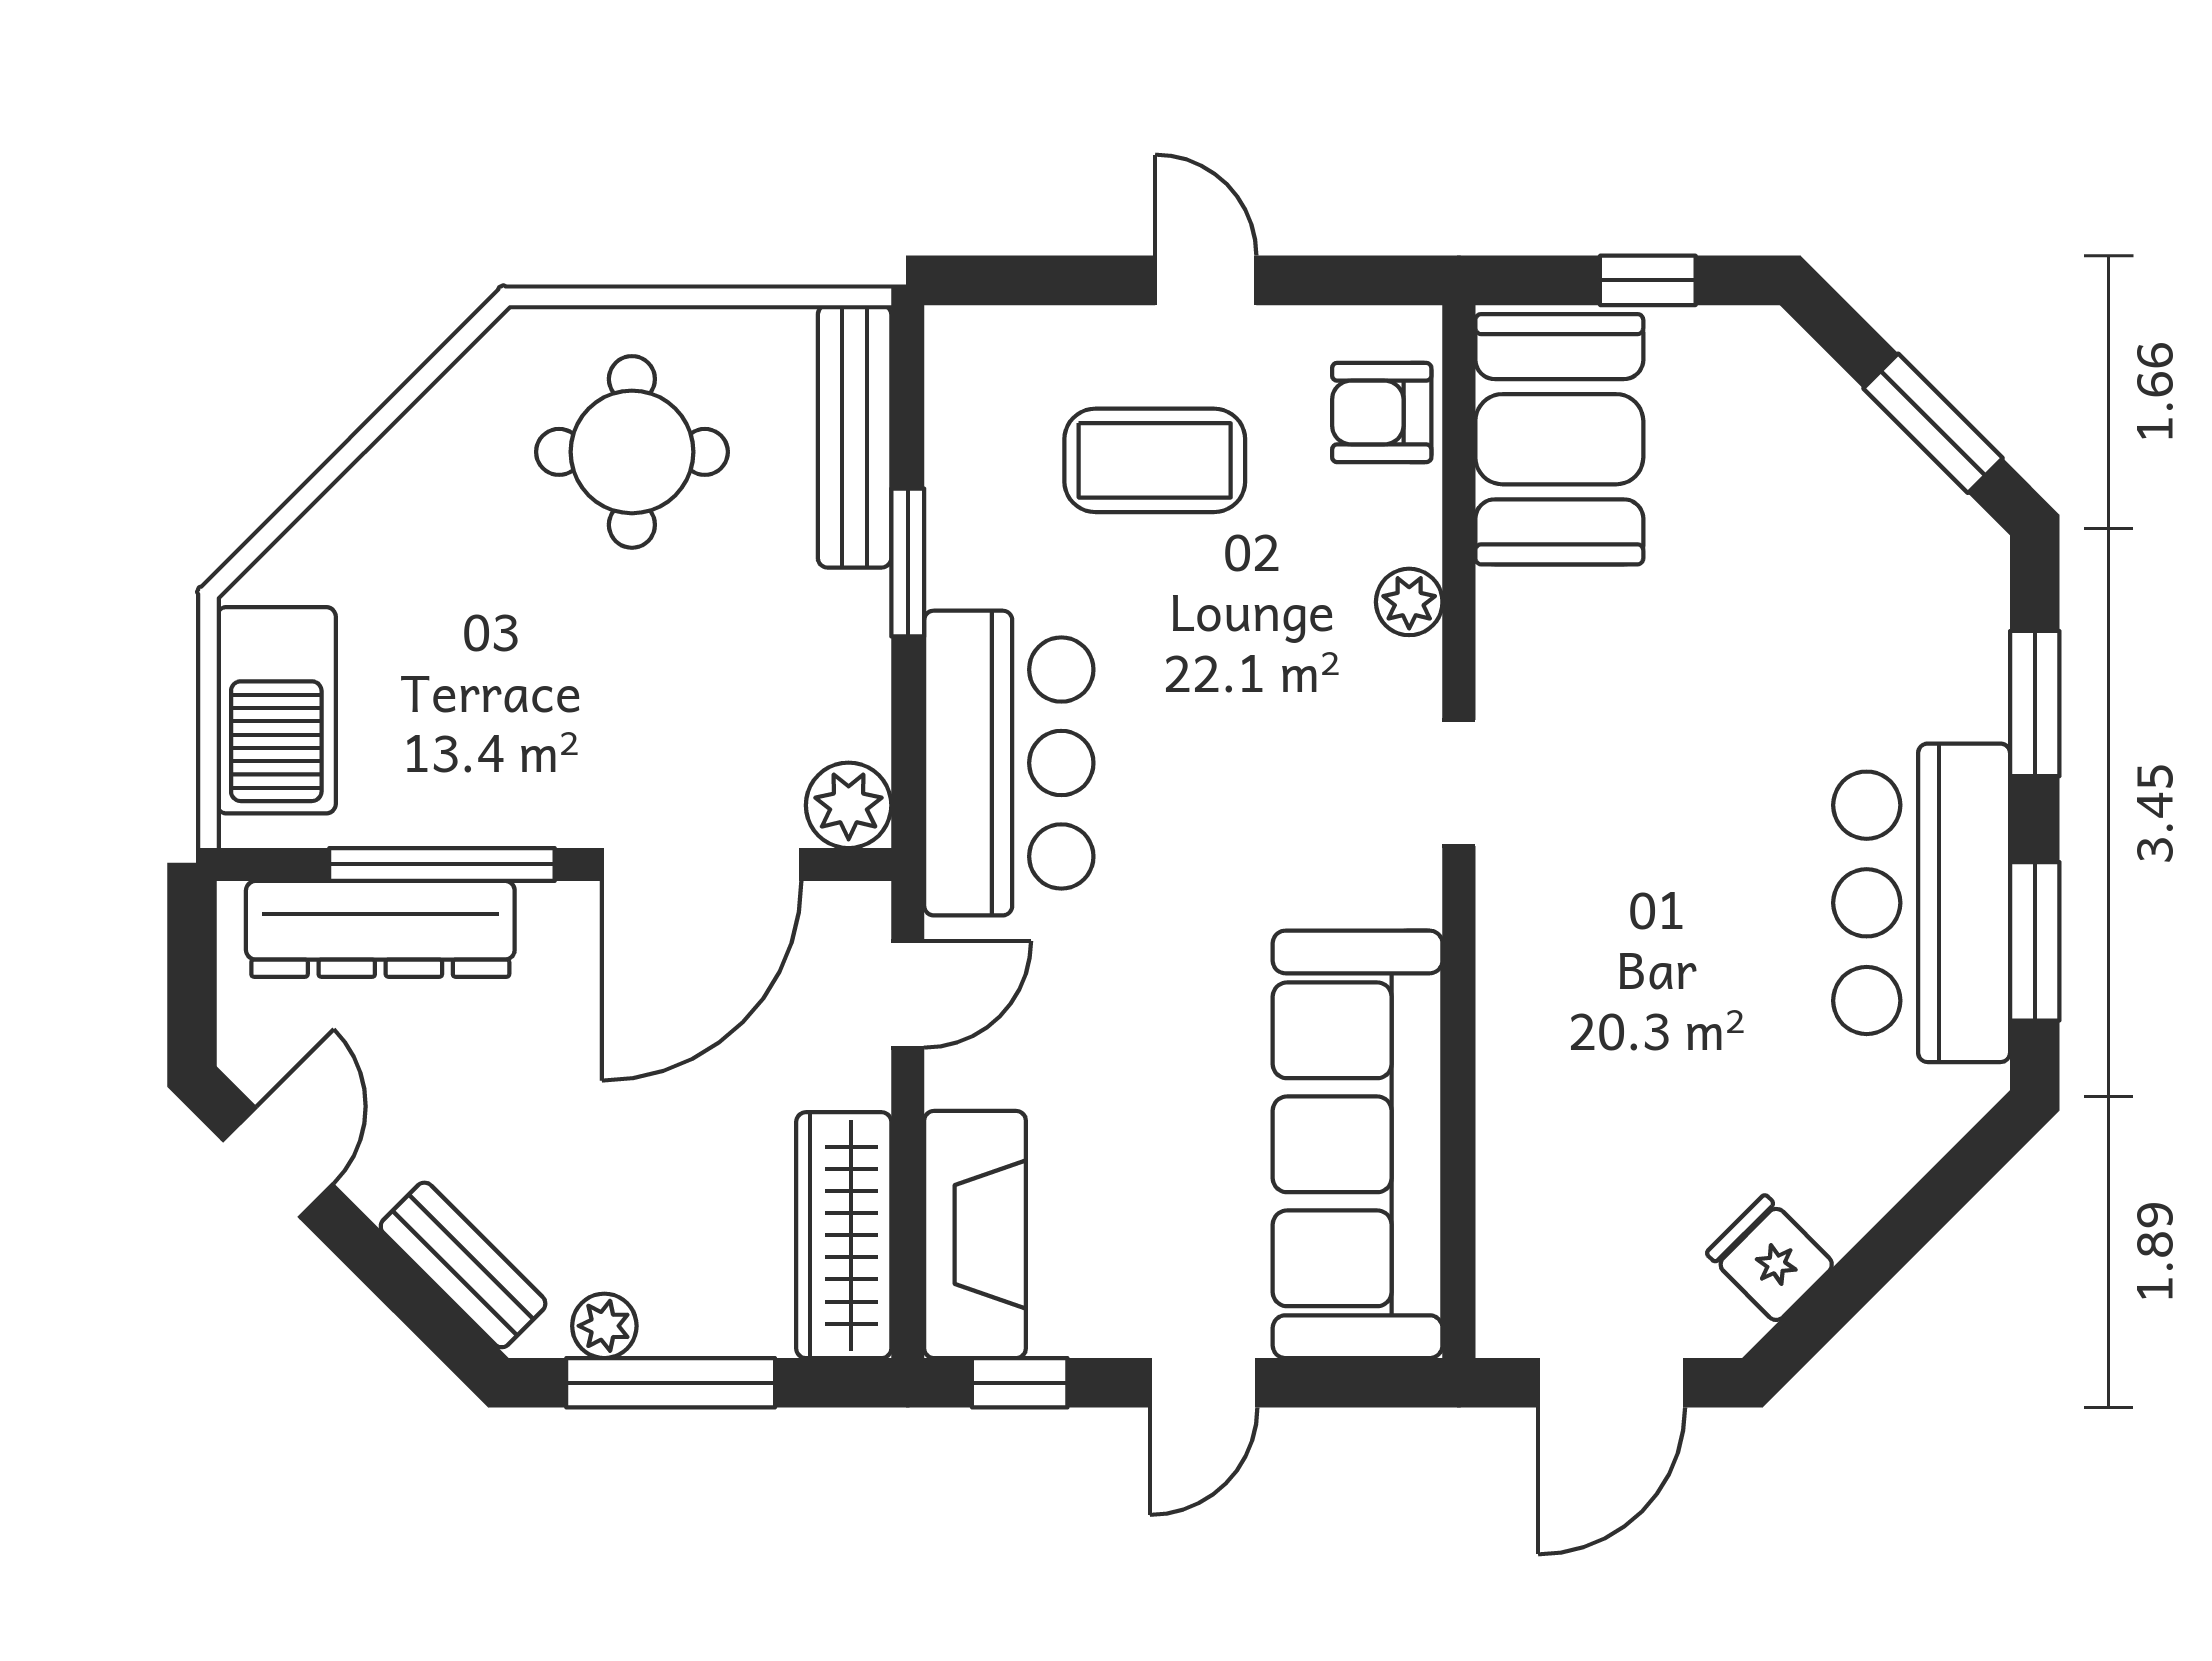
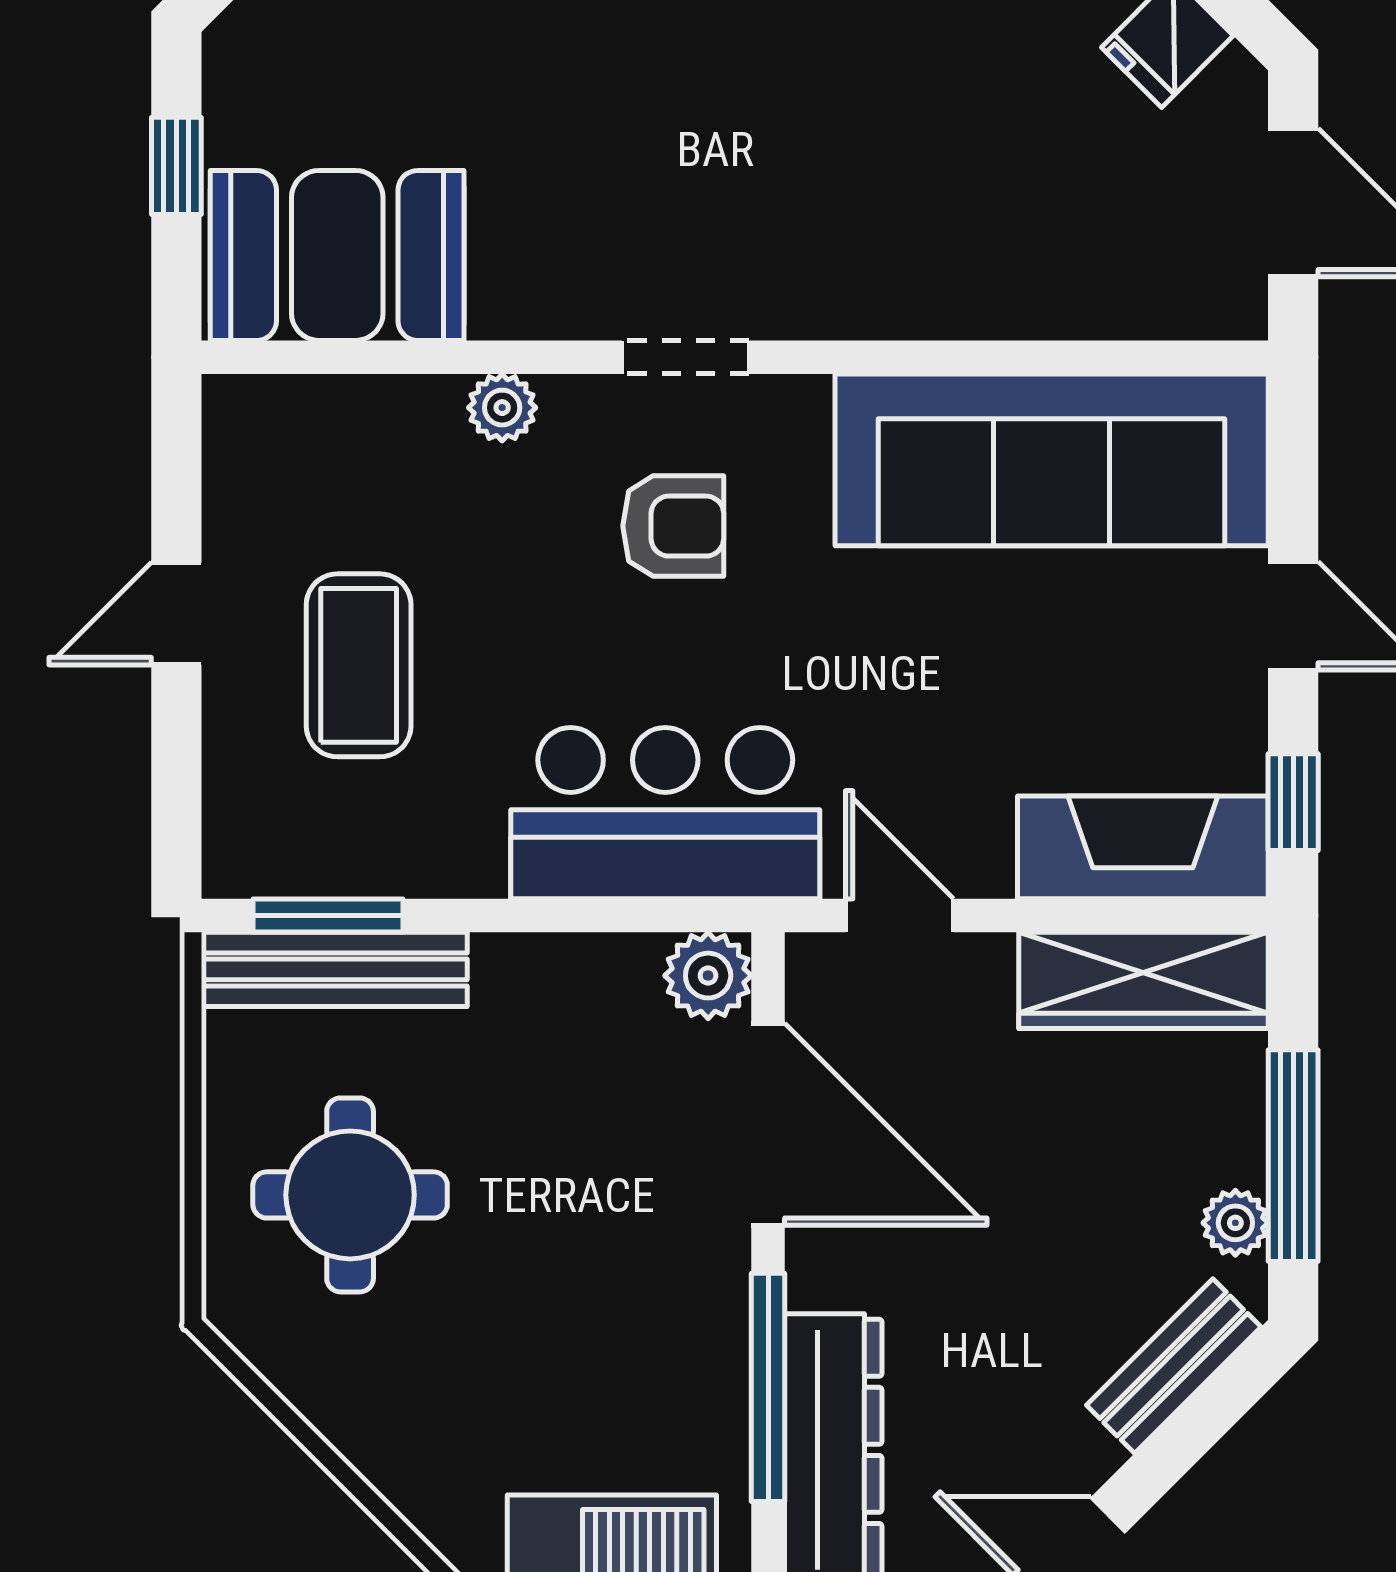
armchair: (1382, 413) -> (673, 526), moved, turned -90
window: (908, 563) -> (328, 916), moved

